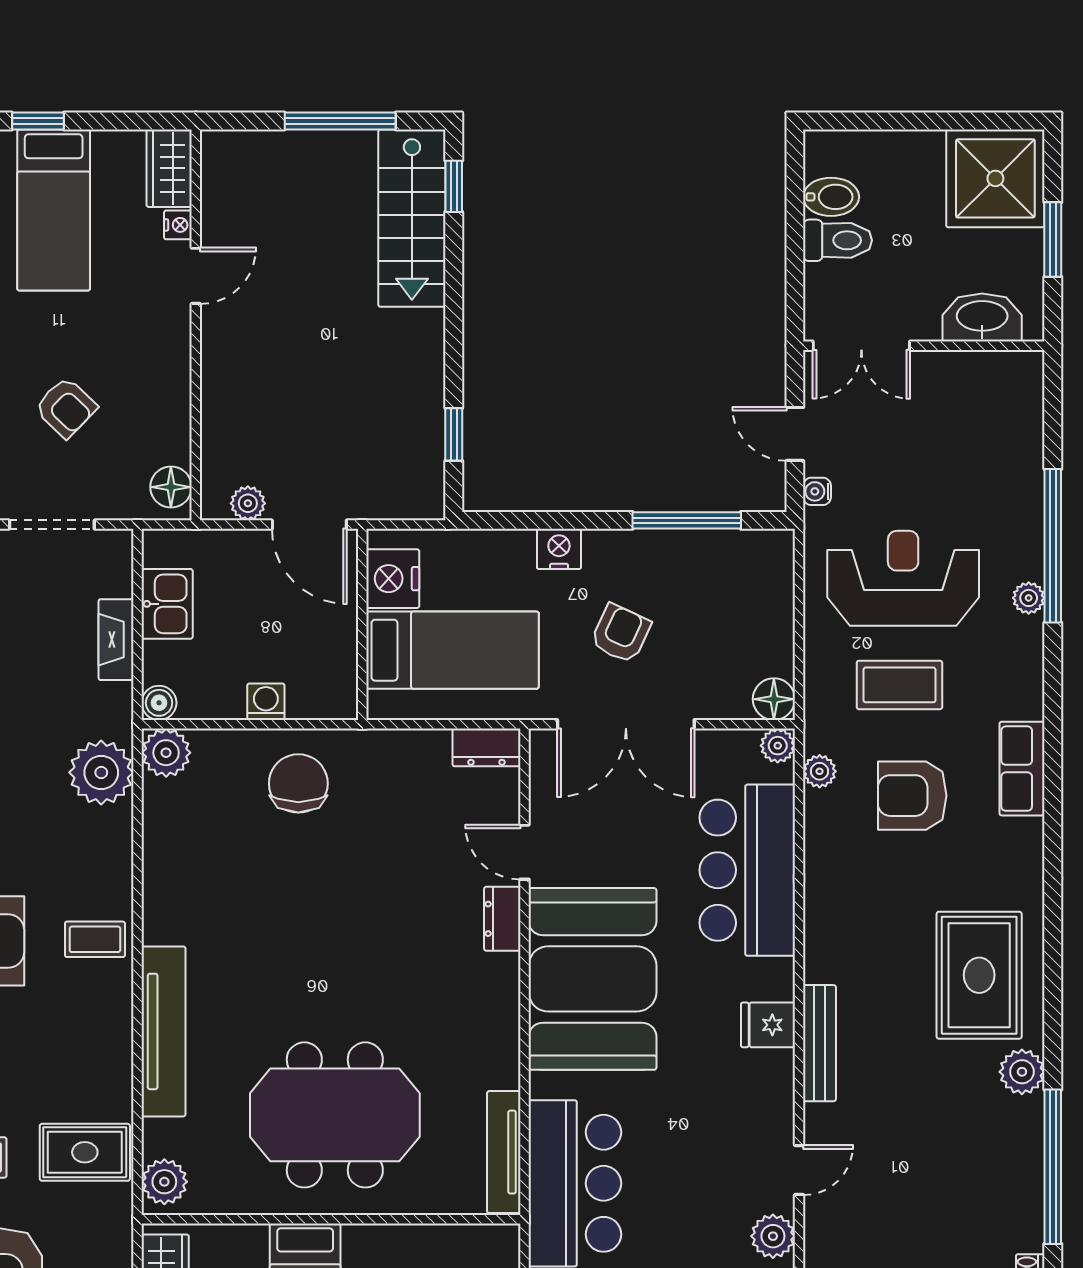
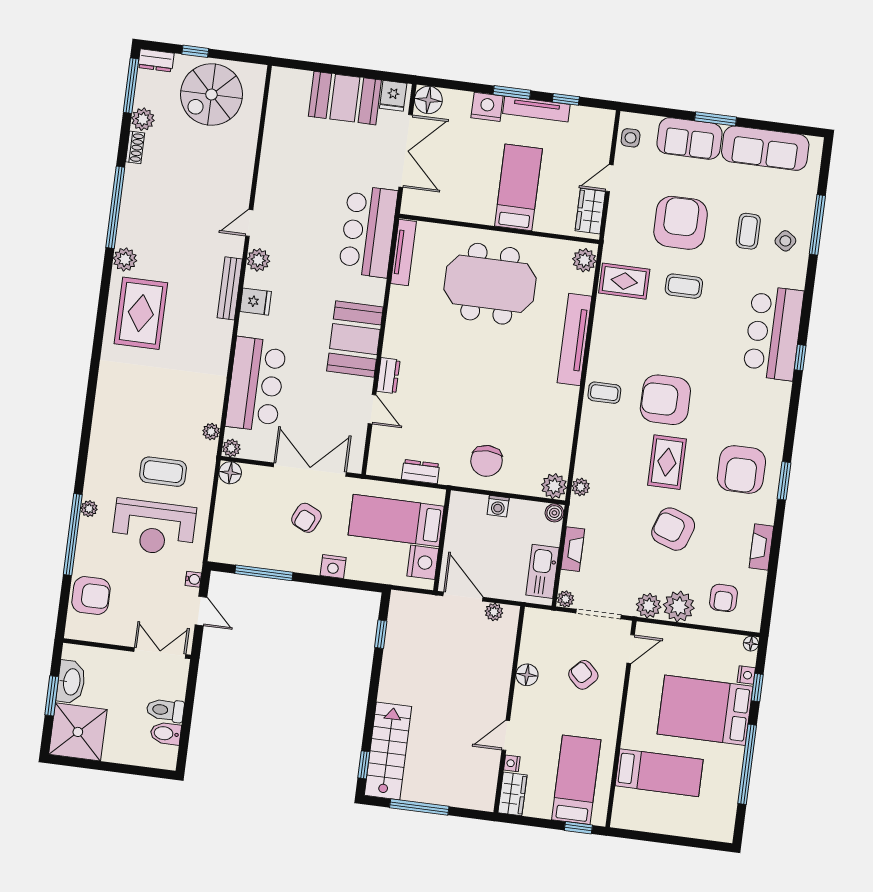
washbasin: (982, 317) -> (71, 682), moved, turned -90
floor lamp: (171, 487) -> (527, 675), moved
plant: (117, 545) -> (566, 599), added
kitchen sink: (167, 604) -> (542, 571), width x1.38
dresser: (486, 747) -> (421, 472), moved
row of seats: (1022, 769) -> (104, 419), removed
plant: (101, 772) -> (581, 487), width x0.53, depth x0.53
armchair: (912, 796) -> (91, 596), moved
booth: (592, 979) -> (355, 339), width x0.73, depth x0.70
plant: (773, 1236) -> (258, 260), moved

